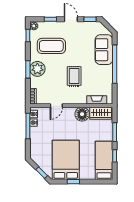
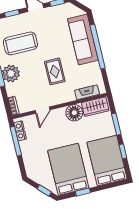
sofa: (104, 50) -> (83, 39), width x1.36
bed: (104, 160) -> (107, 161), width x1.50

